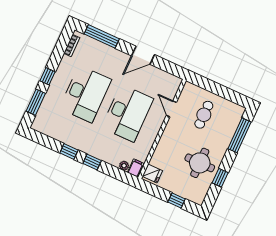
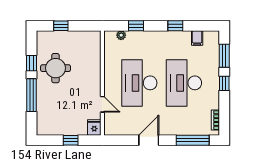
window: (216, 89) -> (71, 140), added
cafe table: (204, 115) -> (71, 112), removed
window: (240, 135) -> (32, 95), moved
window: (92, 162) -> (136, 26), moved
filing cabinet: (136, 168) -> (197, 38), moved
fridge: (152, 173) -> (94, 127), moved, turned 90

